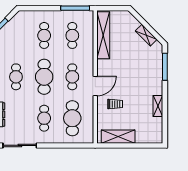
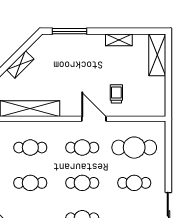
shelving: (146, 35) -> (20, 64), moved
cafe table: (44, 77) -> (82, 183), width x0.73, depth x0.74
shelving: (118, 137) -> (157, 55), moved

